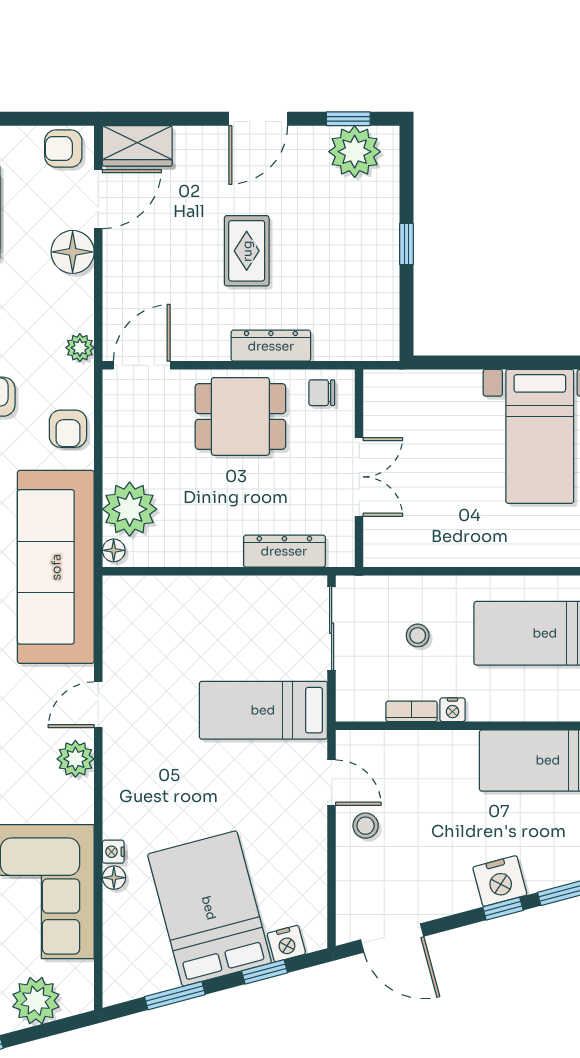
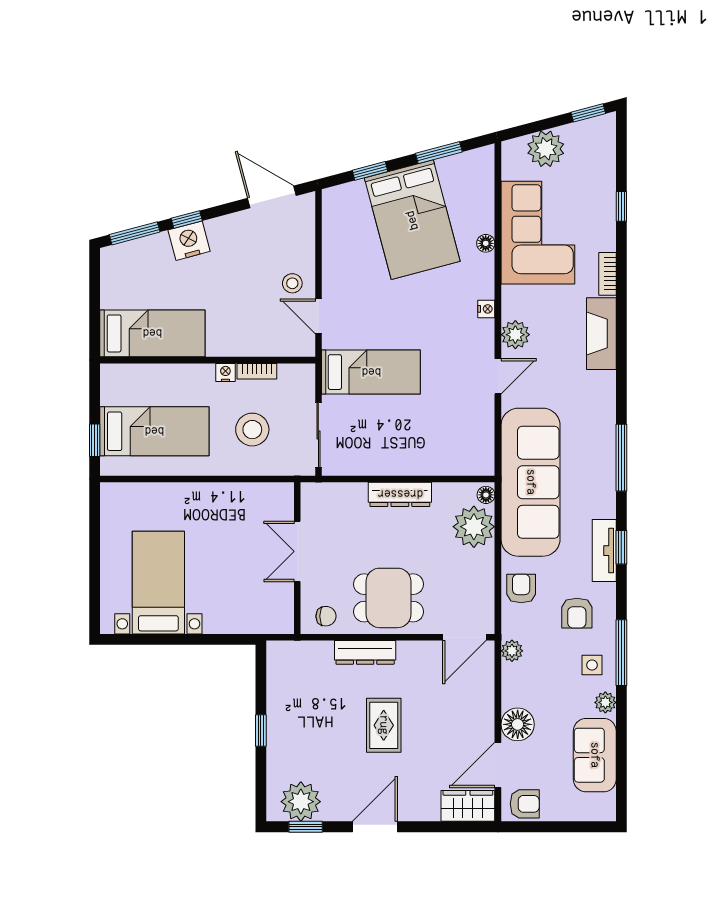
dresser: (284, 551) -> (400, 494), moved
stool: (418, 635) -> (252, 430), width x1.89, depth x1.89
nightstand: (113, 852) -> (486, 309), moved
nightstand: (286, 944) -> (353, 193), removed

